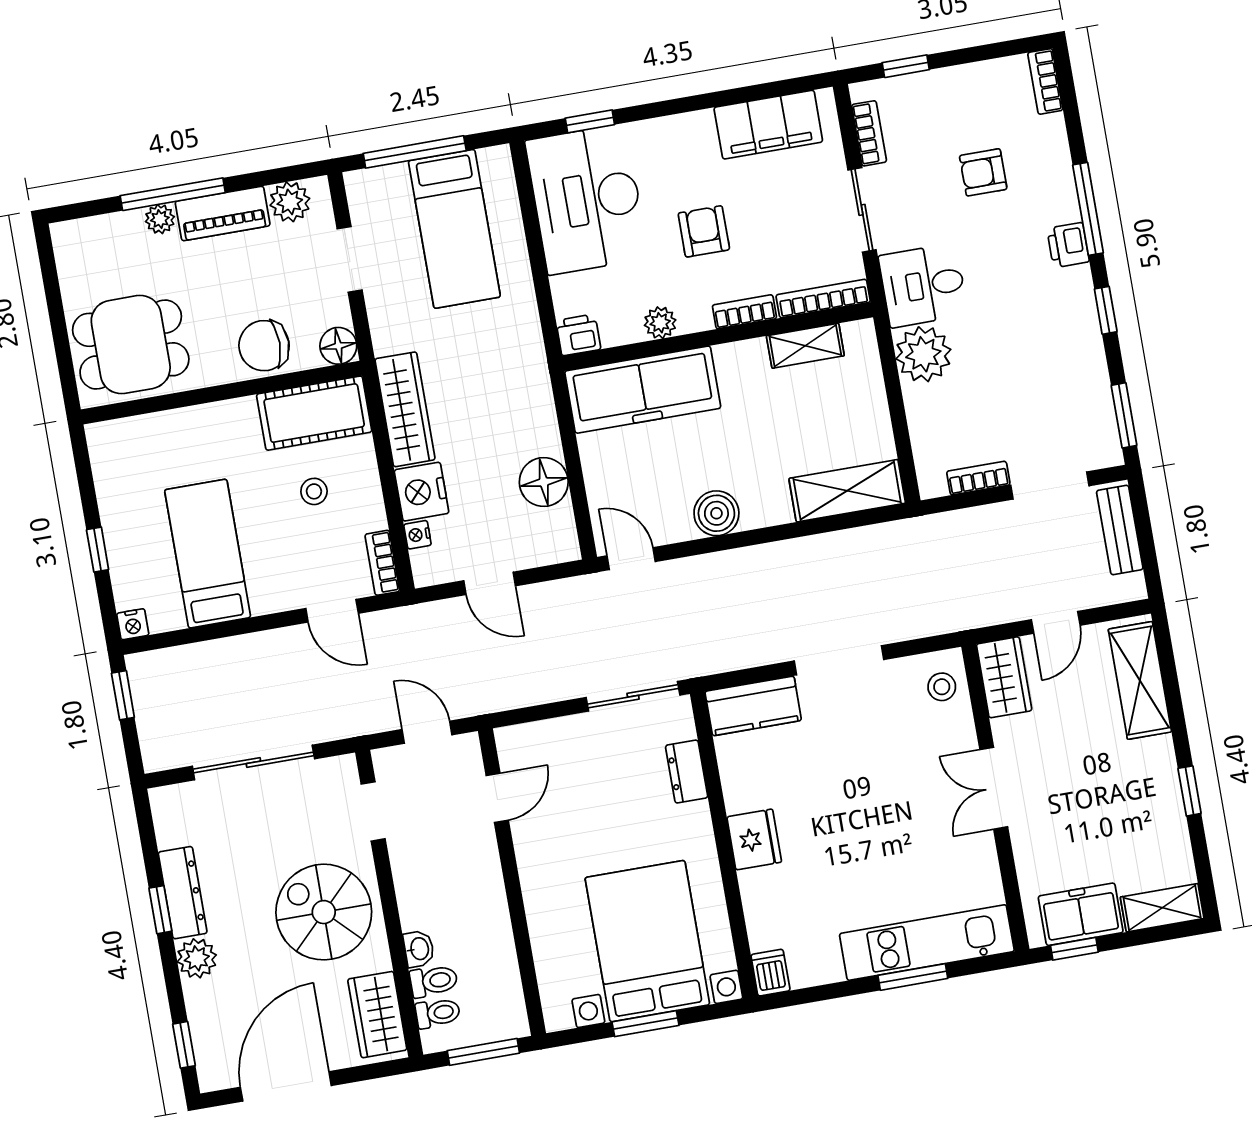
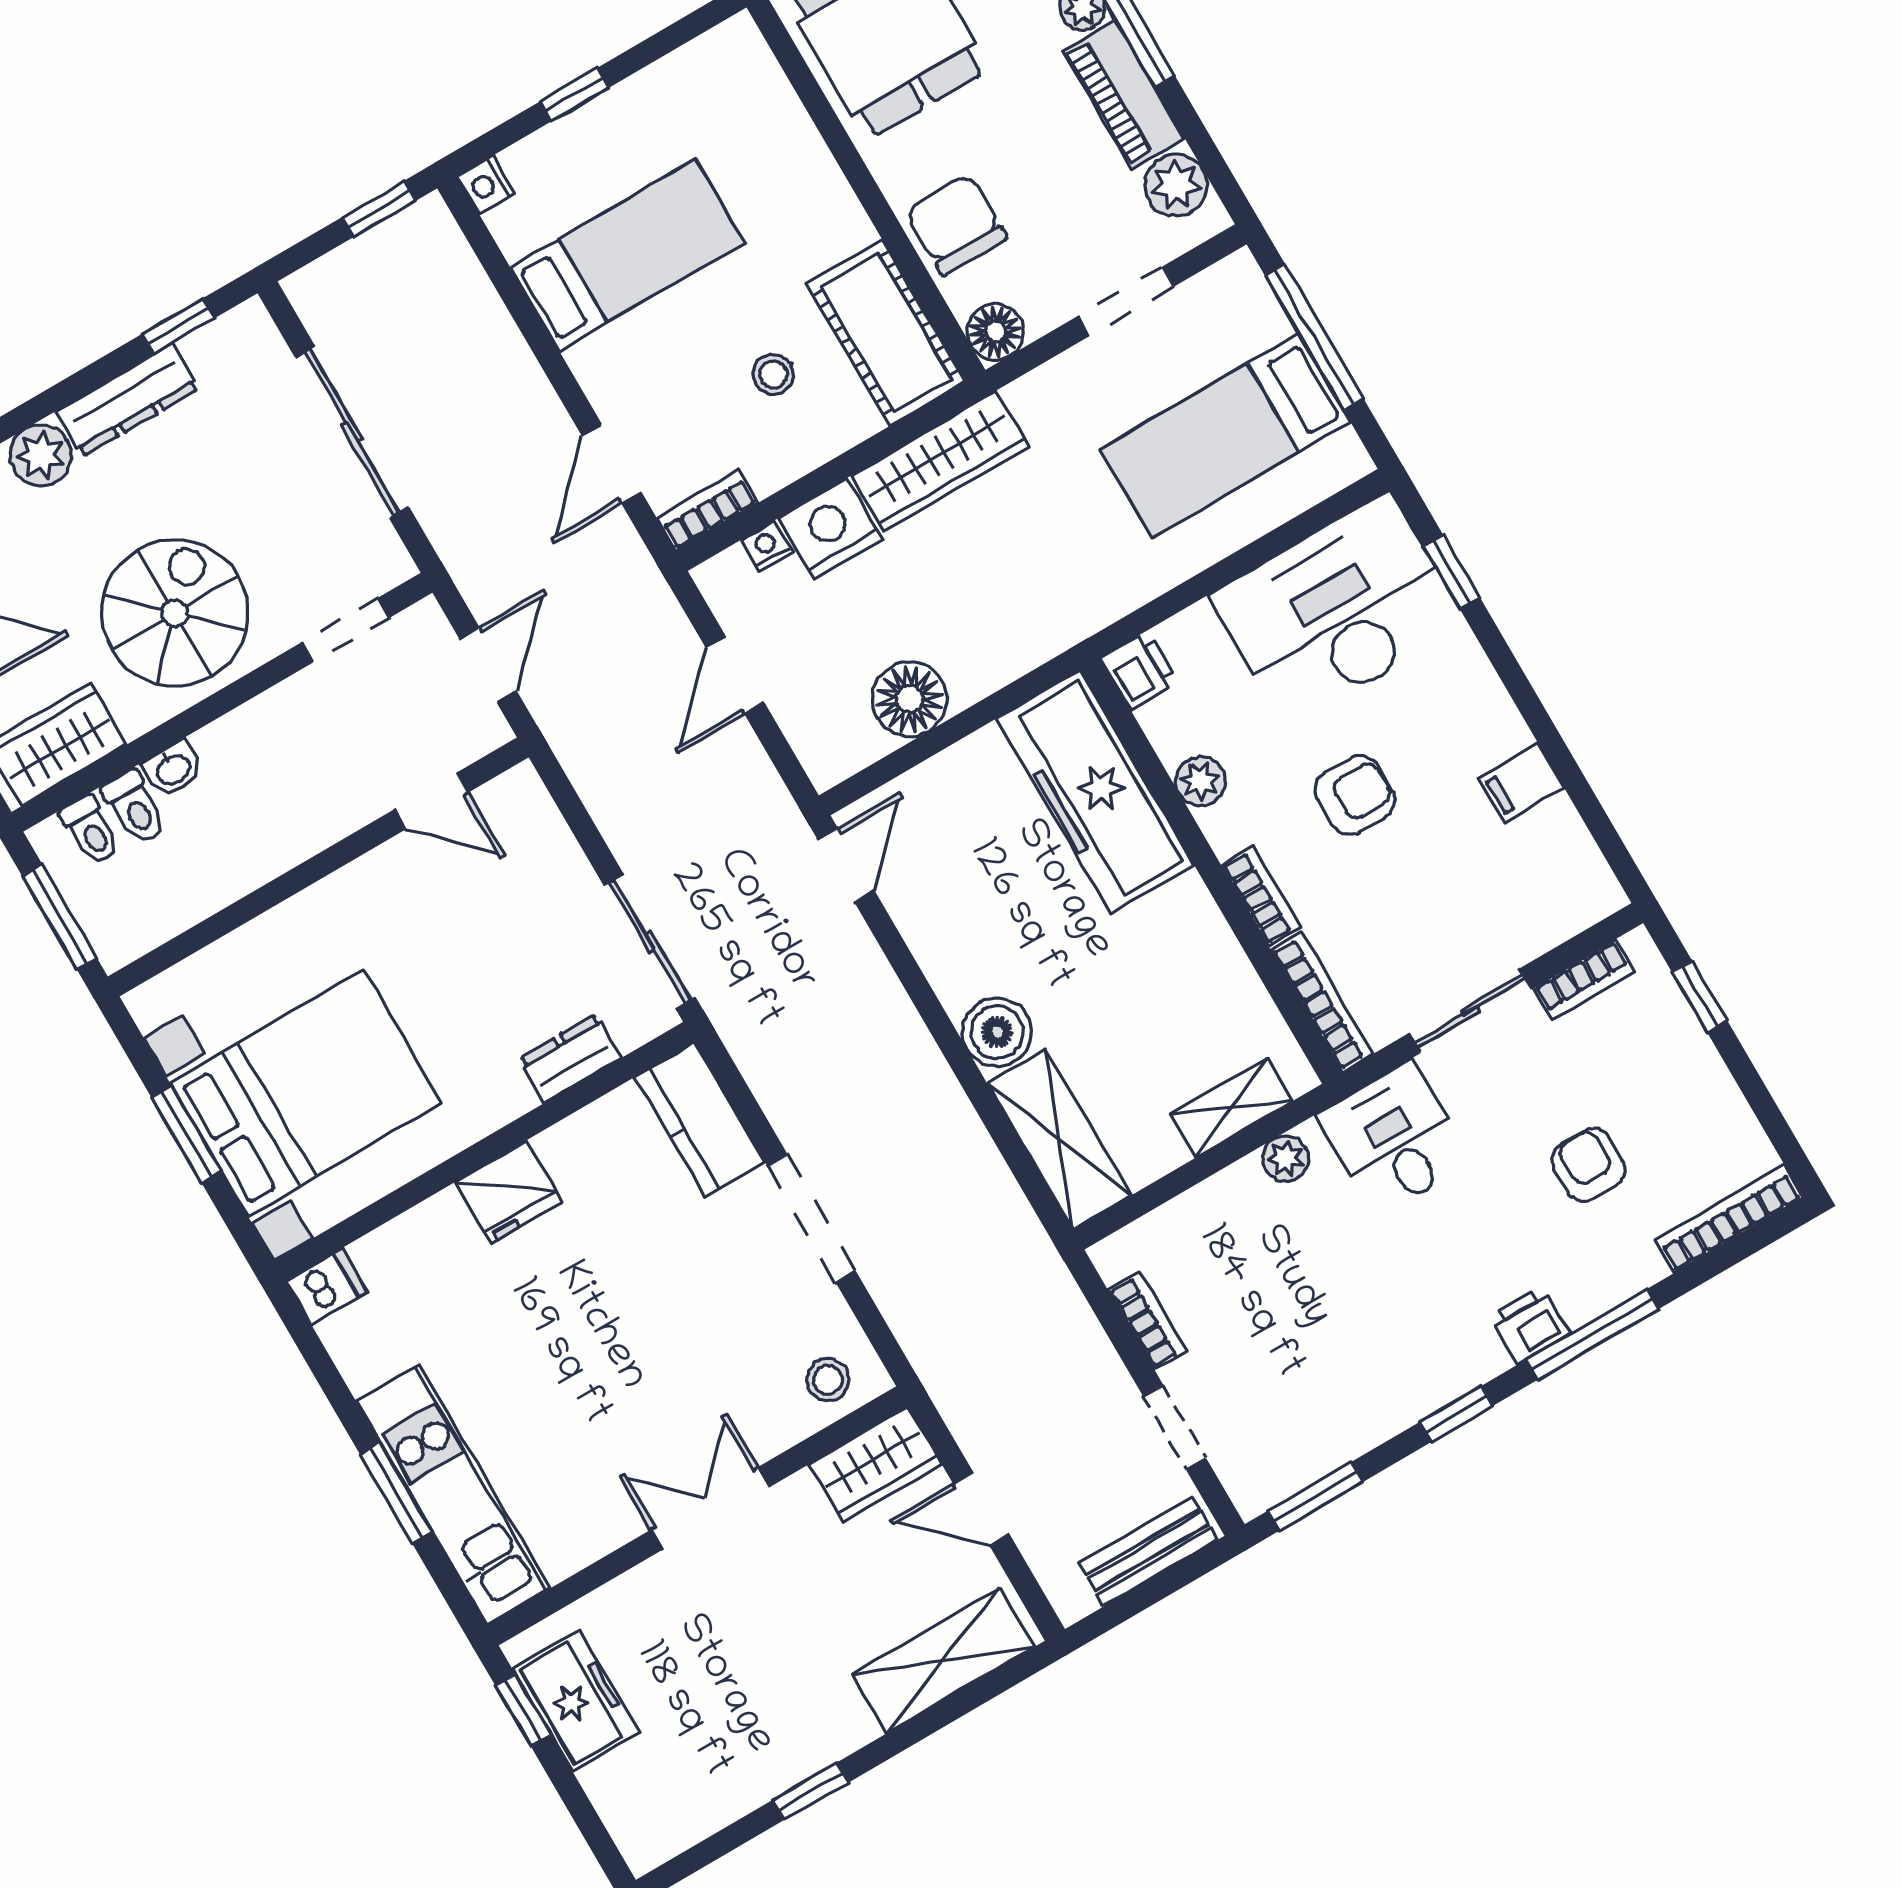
bookcase: (1045, 81) -> (1729, 1219), width x1.56
filing cabinet: (768, 125) -> (1521, 783), width x0.33, depth x0.86
shelving: (805, 346) -> (1232, 1107), moved, turned 90
plant: (923, 354) -> (1286, 1158), width x0.53, depth x0.53
doorway: (1050, 486) -> (1175, 1427), width x0.73
boiler: (716, 513) -> (997, 1032), moved
shelving: (1162, 908) -> (629, 1814), removed
window: (160, 910) -> (179, 326), moved

